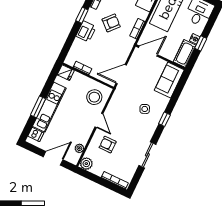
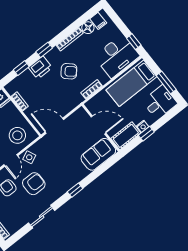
window: (70, 40) -> (21, 68), added
door: (148, 51) -> (98, 125), moved
side table: (145, 109) -> (29, 157), moved
armchair: (128, 131) -> (34, 184), added

